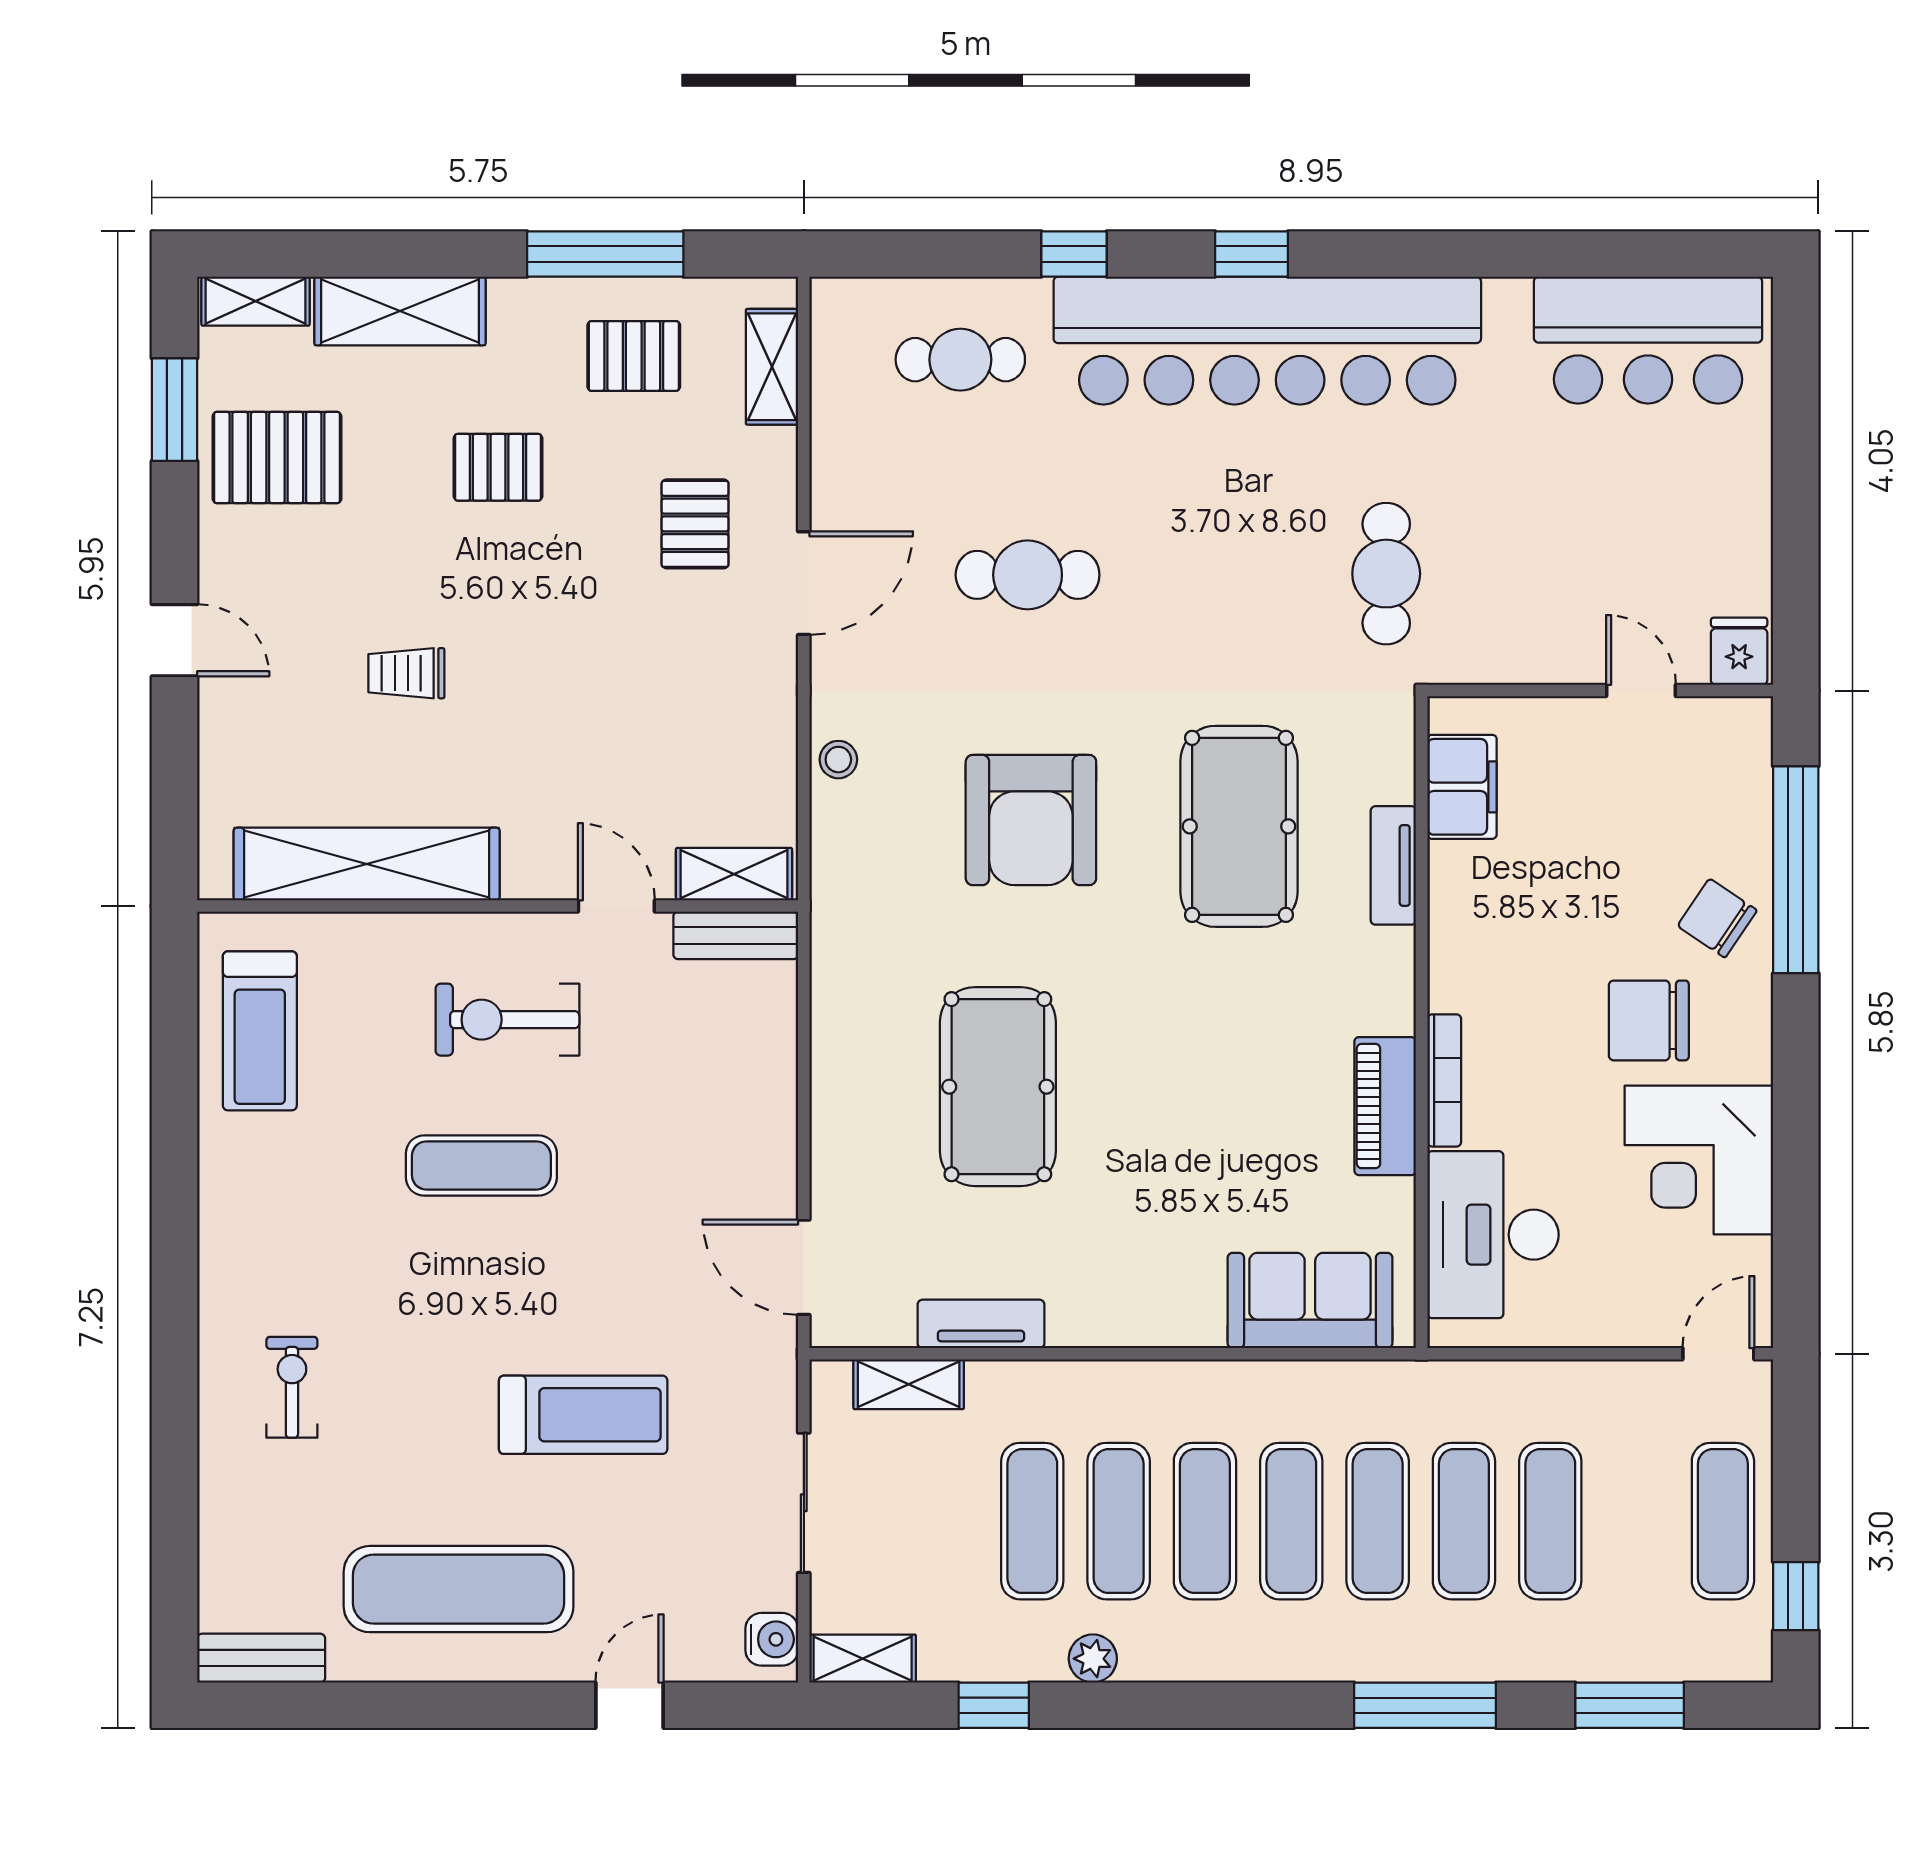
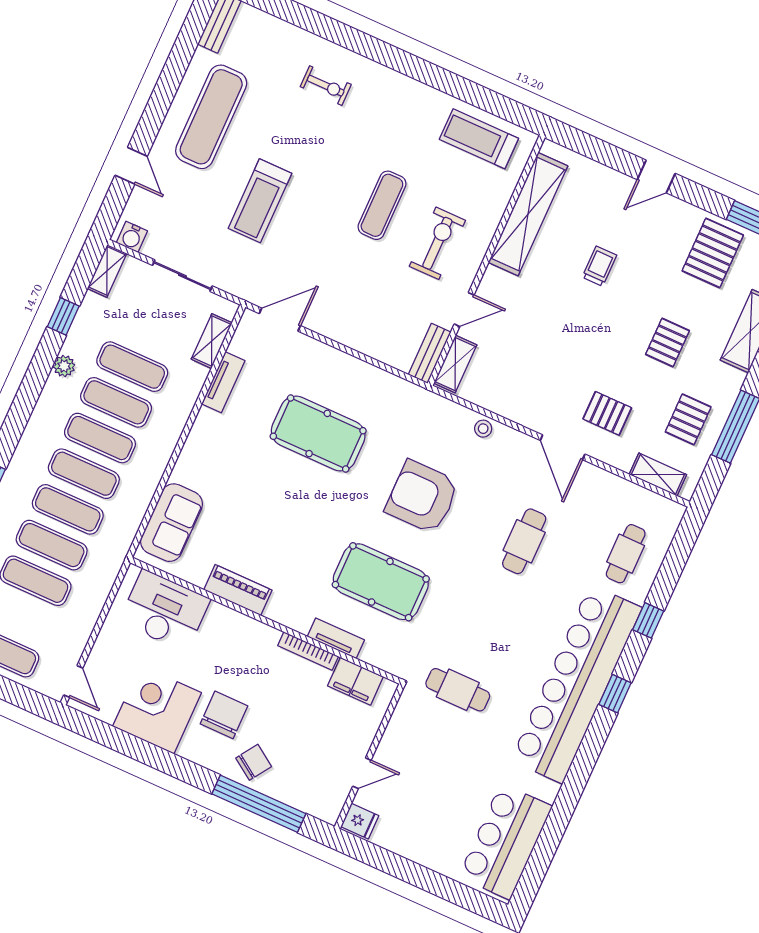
bookcase: (1444, 1080) -> (308, 651), moved

